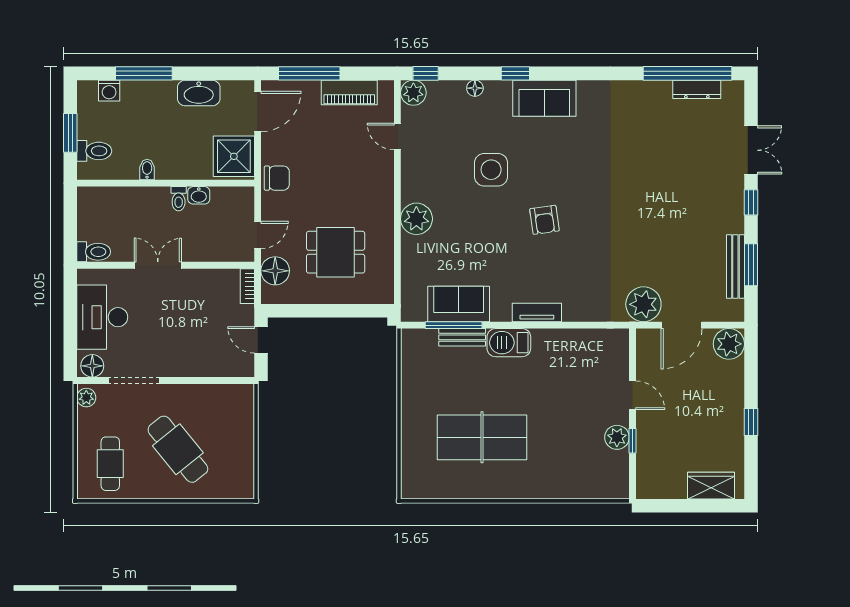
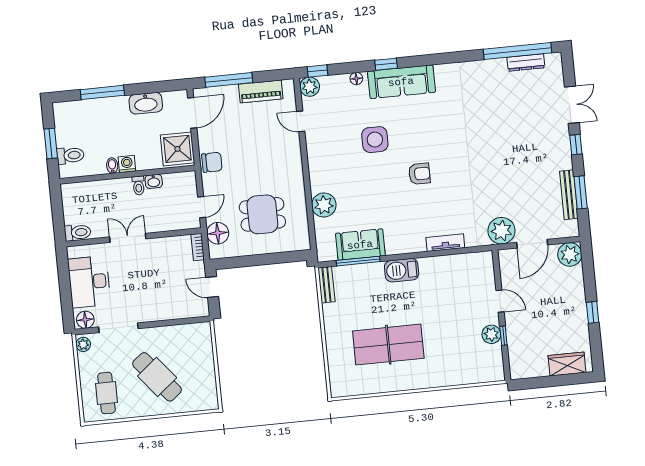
washing machine: (109, 91) -> (127, 164), moved, turned 180
sofa: (544, 98) -> (401, 82), width x1.36
plant: (416, 219) -> (324, 205), moved
armchair: (544, 220) -> (419, 174), turned -82
tv unit: (537, 312) -> (445, 243), moved
bench: (462, 337) -> (326, 285), moved, turned 90

